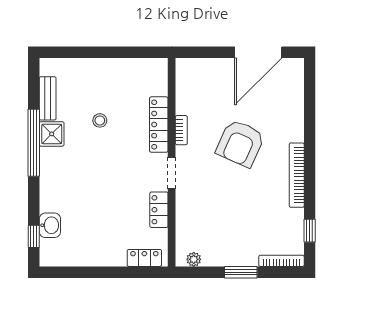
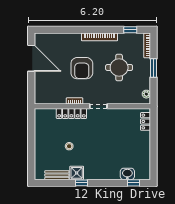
window: (34, 143) -> (82, 183), width x0.32
armchair: (240, 143) -> (82, 68), turned 66
locker: (159, 210) -> (119, 113), removed
round table: (242, 210) -> (119, 68), added

